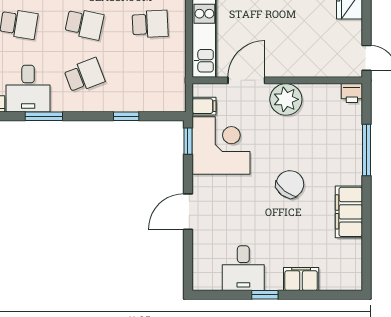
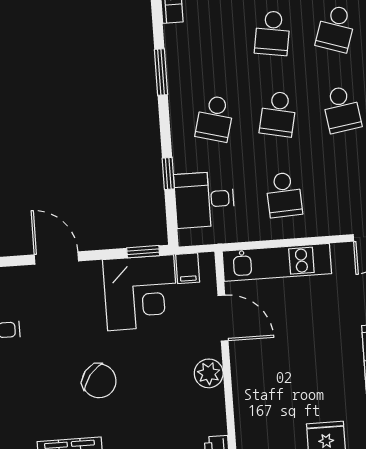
school desk: (84, 76) -> (215, 118), turned 36
desk: (28, 89) -> (204, 200), moved
plant: (286, 99) -> (209, 373), width x0.73, depth x0.73

